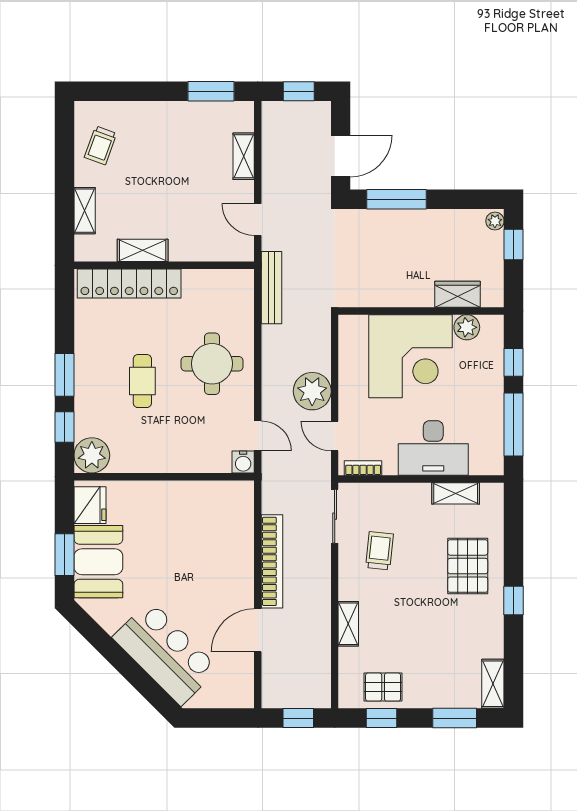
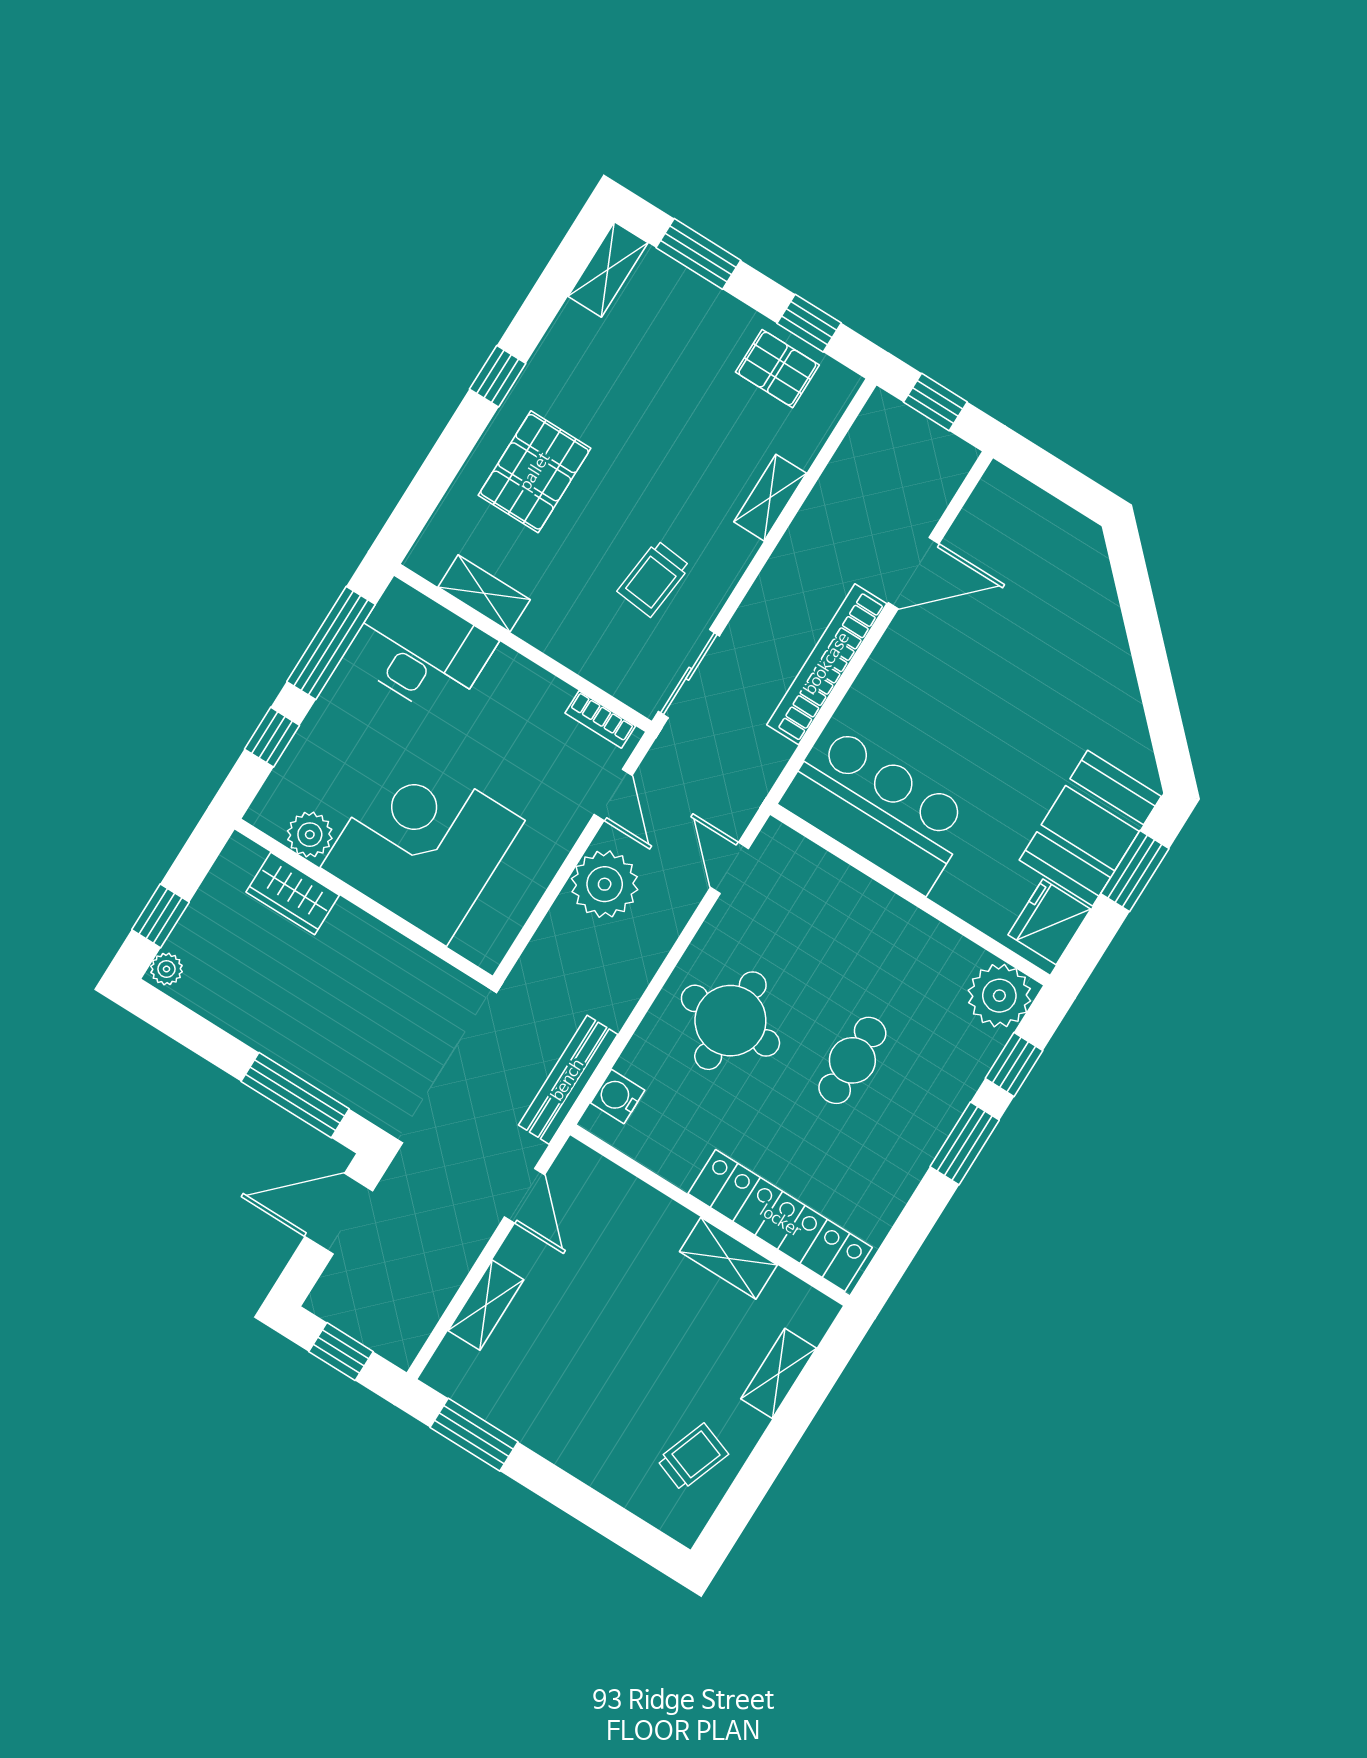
desk: (433, 448) -> (421, 649), moved
water cooler: (243, 462) -> (618, 1096), moved, turned -90
bar counter: (166, 653) -> (877, 809), moved, turned 135

